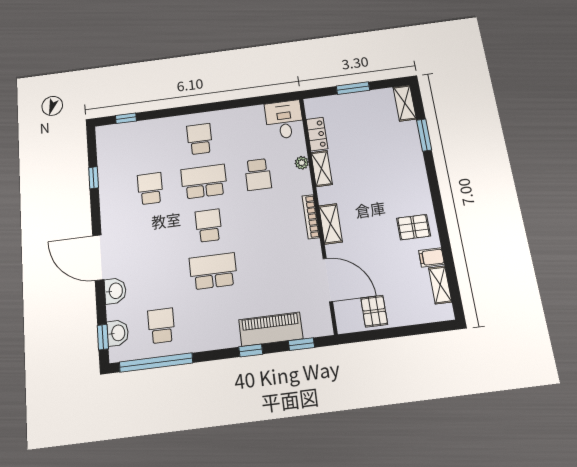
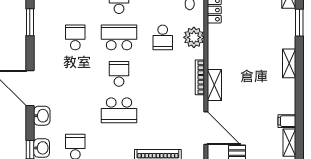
plant: (302, 163) -> (194, 37), width x1.87, depth x1.87
shelving: (322, 169) -> (289, 63), moved
window: (94, 178) -> (30, 22), width x1.50
pallet: (414, 227) -> (278, 96), removed
school desk: (213, 271) -> (119, 110), turned 180

